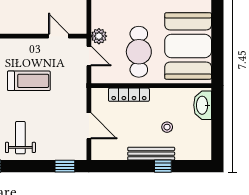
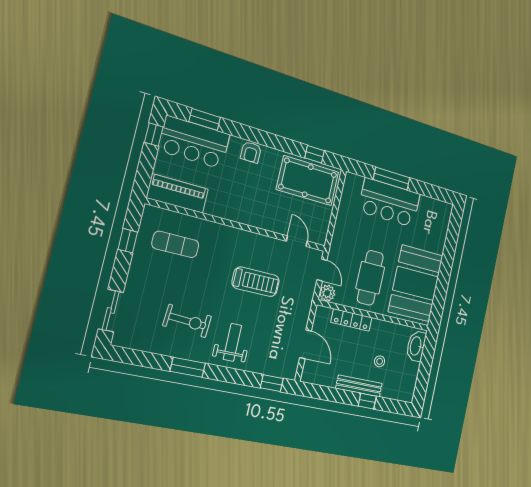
plant: (99, 36) -> (327, 293), moved

